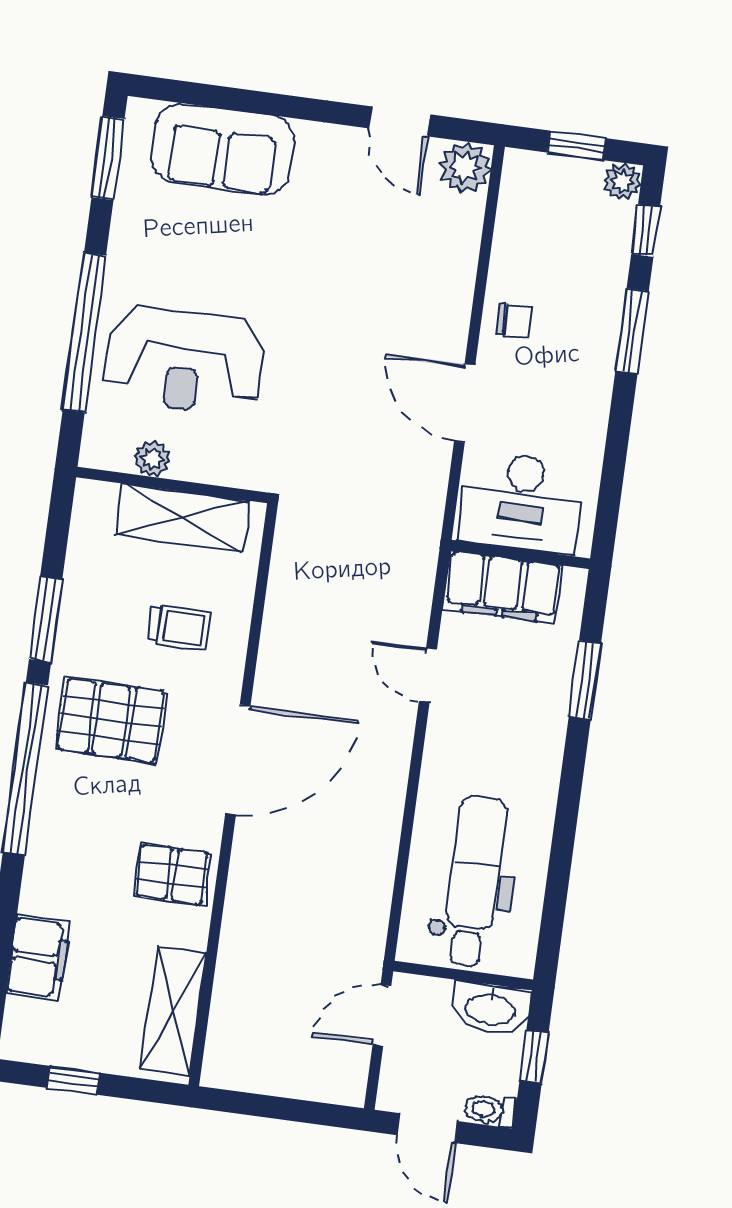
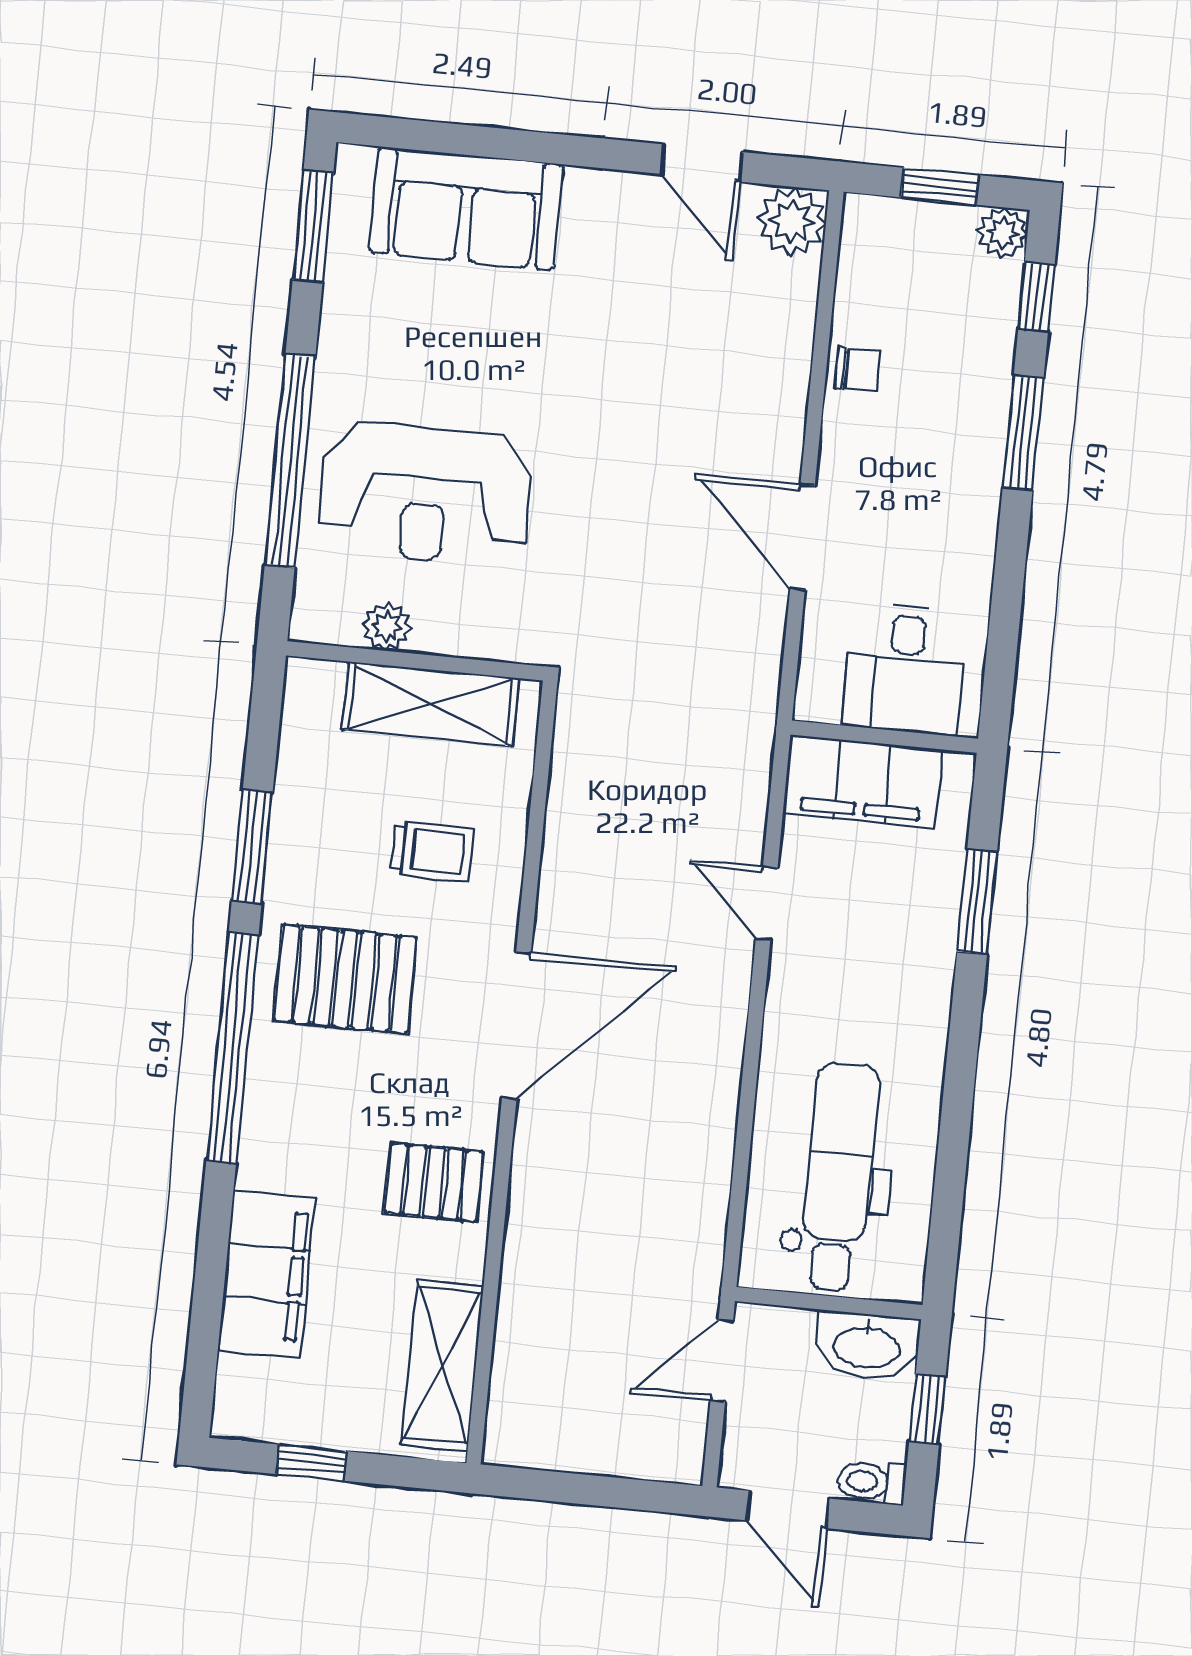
chair: (514, 321) -> (857, 370), moved
desk: (522, 502) -> (905, 669), width x0.73
filing cabinet: (38, 957) -> (267, 1274), width x1.50, depth x1.17

